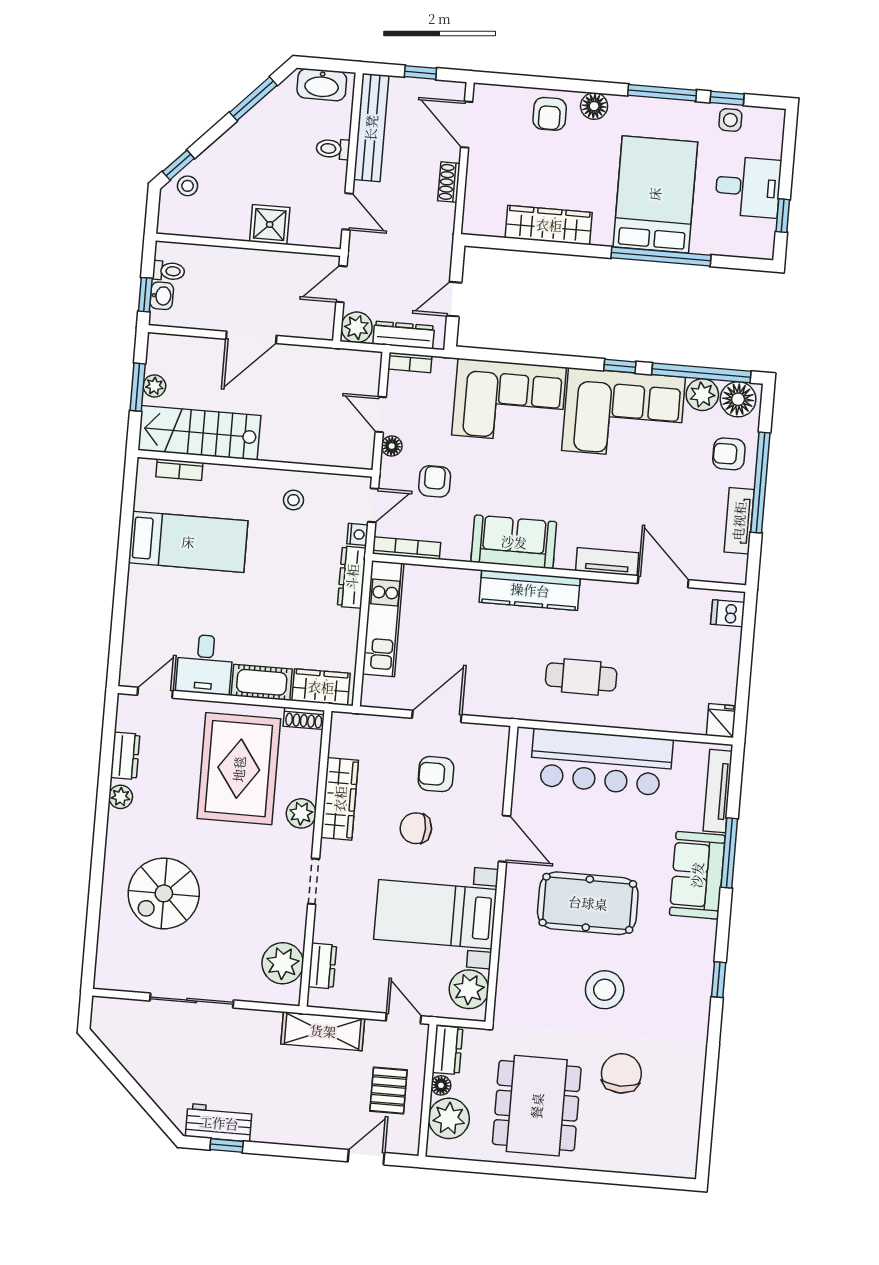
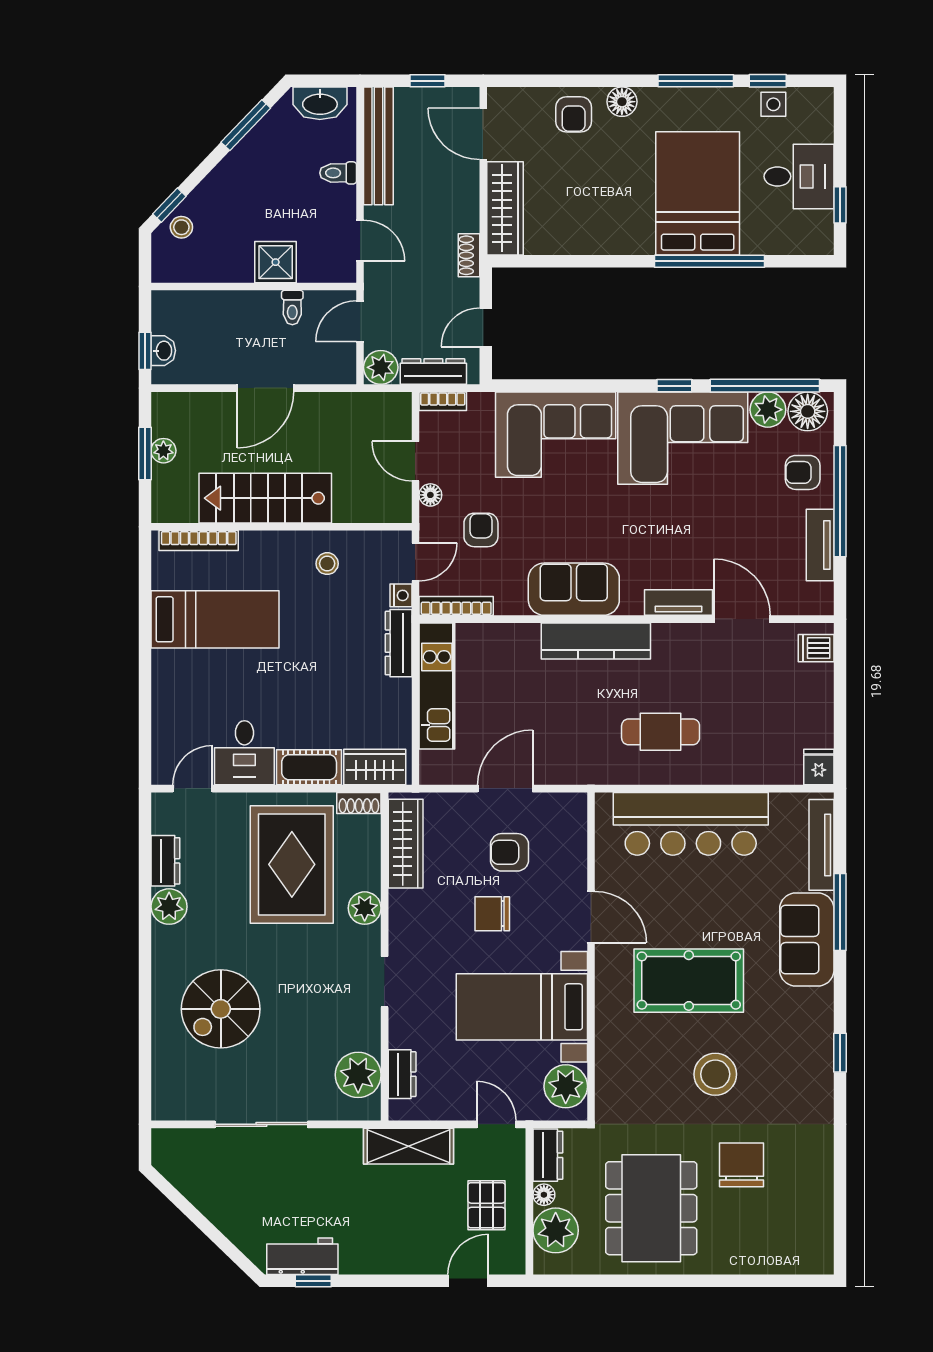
shoe rack: (449, 182) -> (469, 255), moved
wardrobe: (549, 225) -> (505, 208), moved, turned 90
toilet: (169, 271) -> (292, 307), moved, turned 90
stairs: (199, 433) -> (265, 498), moved
bookcase: (179, 470) -> (199, 541), width x1.56
plant: (121, 797) -> (169, 907), width x1.38, depth x1.38
wardrobe: (340, 799) -> (406, 844), moved

